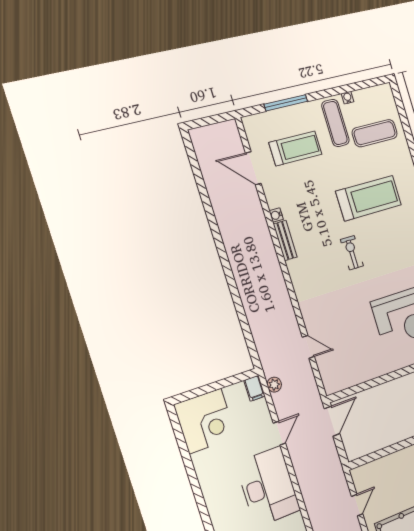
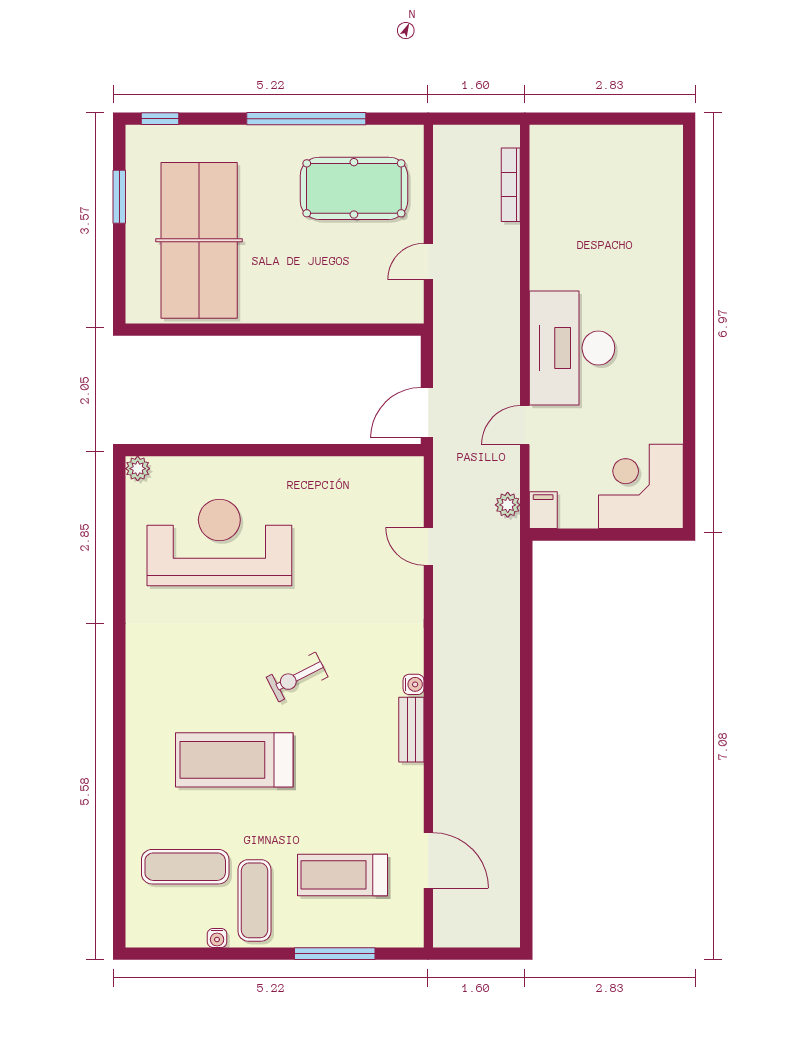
water cooler: (276, 215) -> (413, 684), moved
exercise bike: (352, 253) -> (297, 677), turned 63

